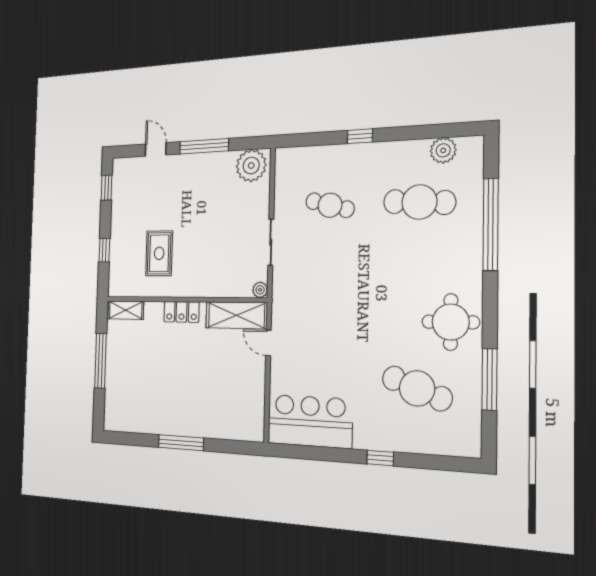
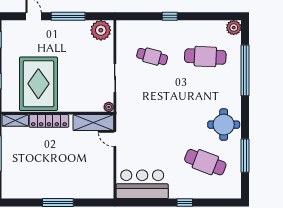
plant: (443, 150) -> (234, 28), moved
rug: (159, 253) -> (38, 84), width x1.86, depth x2.06
locker: (182, 312) -> (49, 121), width x1.53

